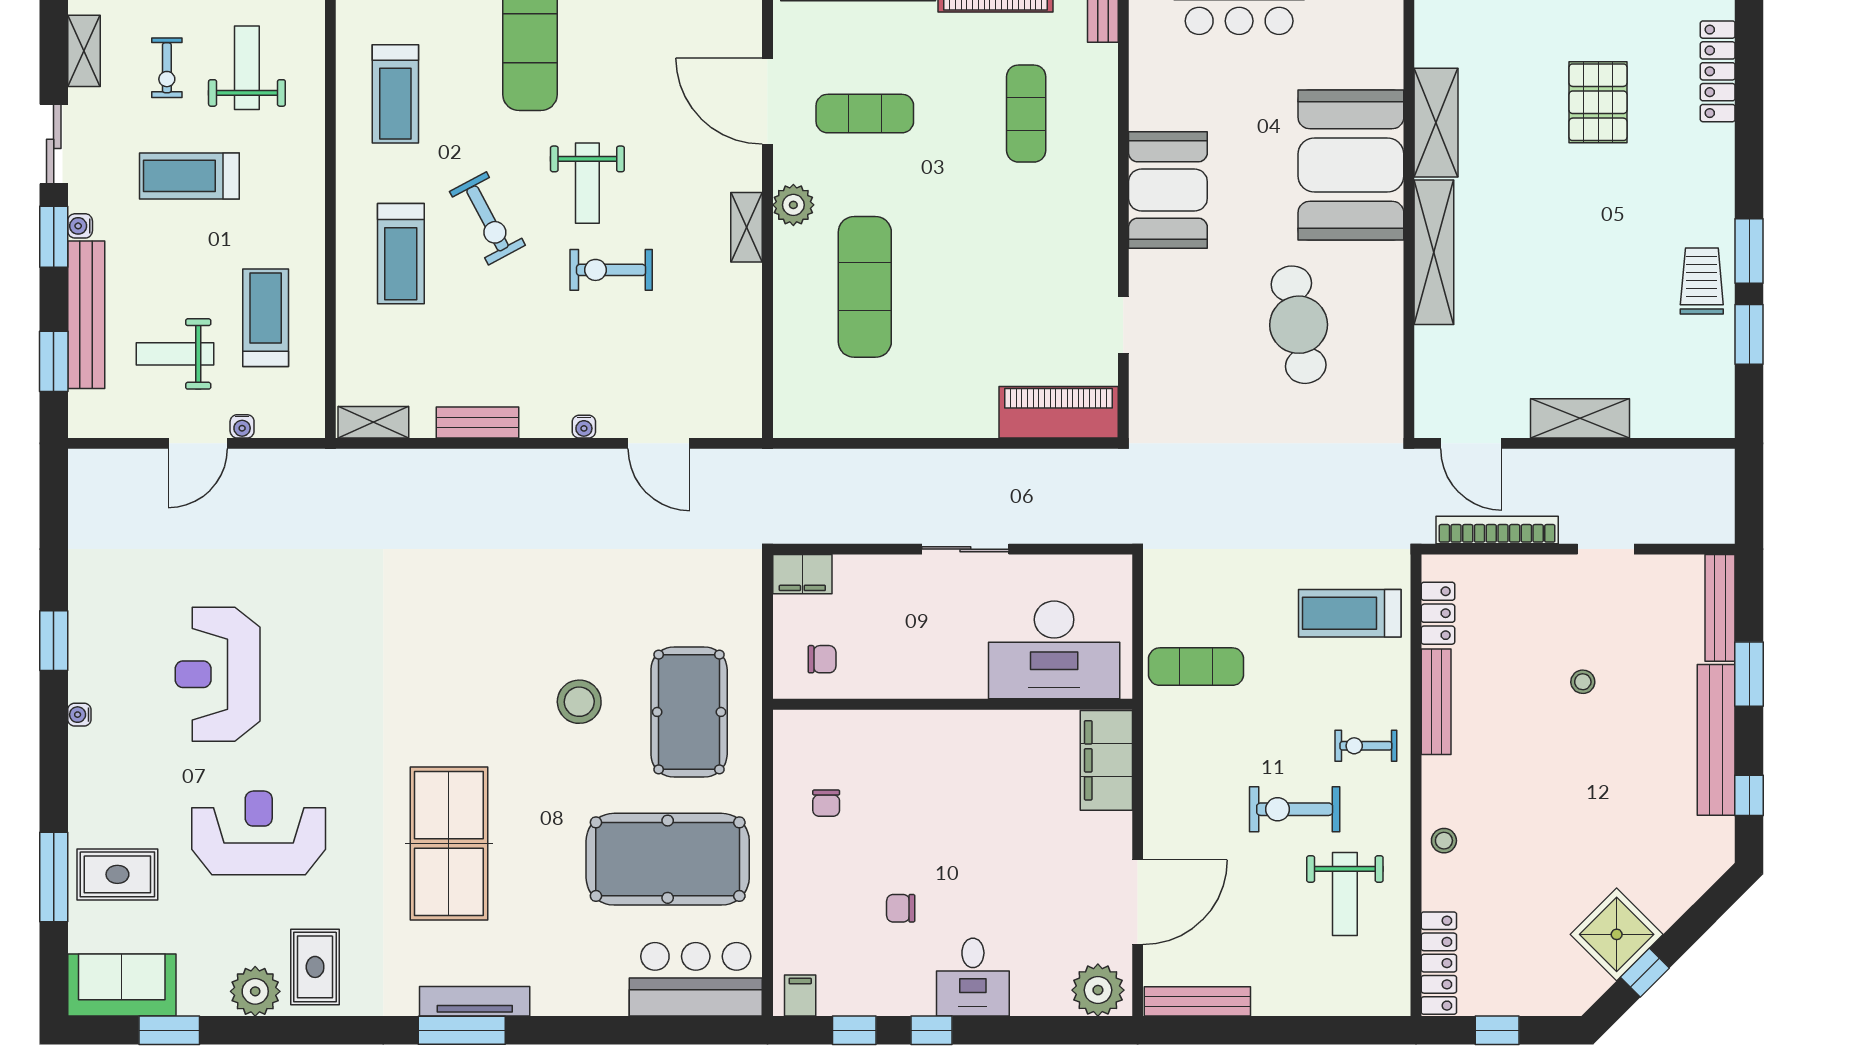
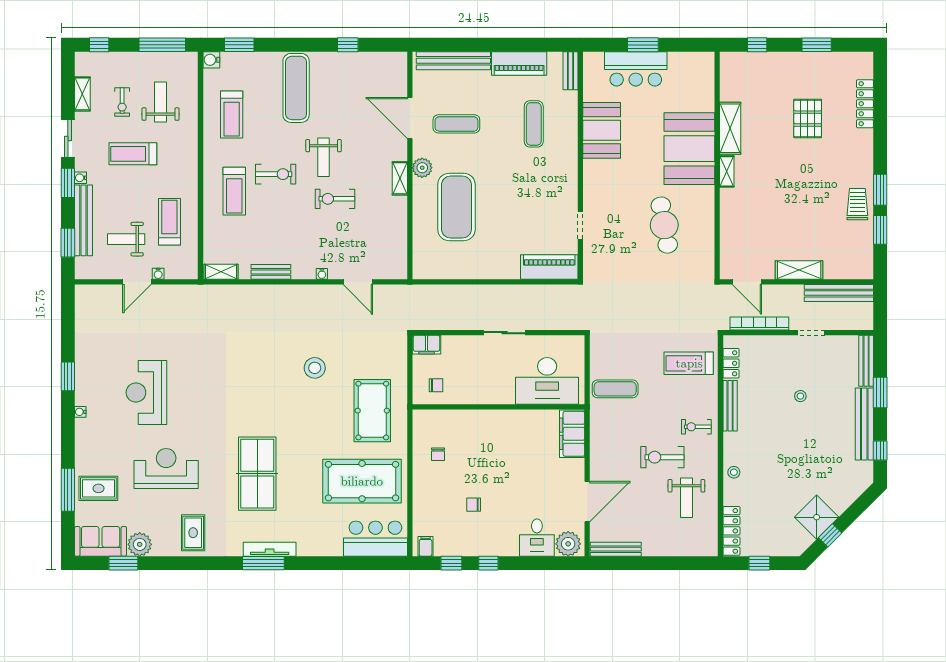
booth: (1168, 190) -> (602, 130), moved
exercise bike: (487, 218) -> (276, 174), turned -62
shelving: (1434, 252) -> (727, 171), width x0.45, depth x0.75
exercise mat: (865, 287) -> (456, 207), width x1.47
bench: (1663, 467) -> (839, 293), added
stool: (579, 702) -> (315, 368), moved
desk: (973, 977) -> (537, 538), moved
plant: (255, 991) -> (140, 544), moved

